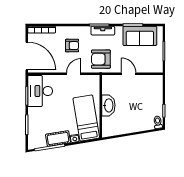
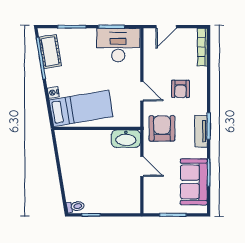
door: (27, 56) -> (166, 27), width x0.53
door: (129, 74) -> (142, 166), hinge flipped
washbasin: (108, 105) -> (126, 139), moved
cot: (58, 138) -> (50, 51), moved

